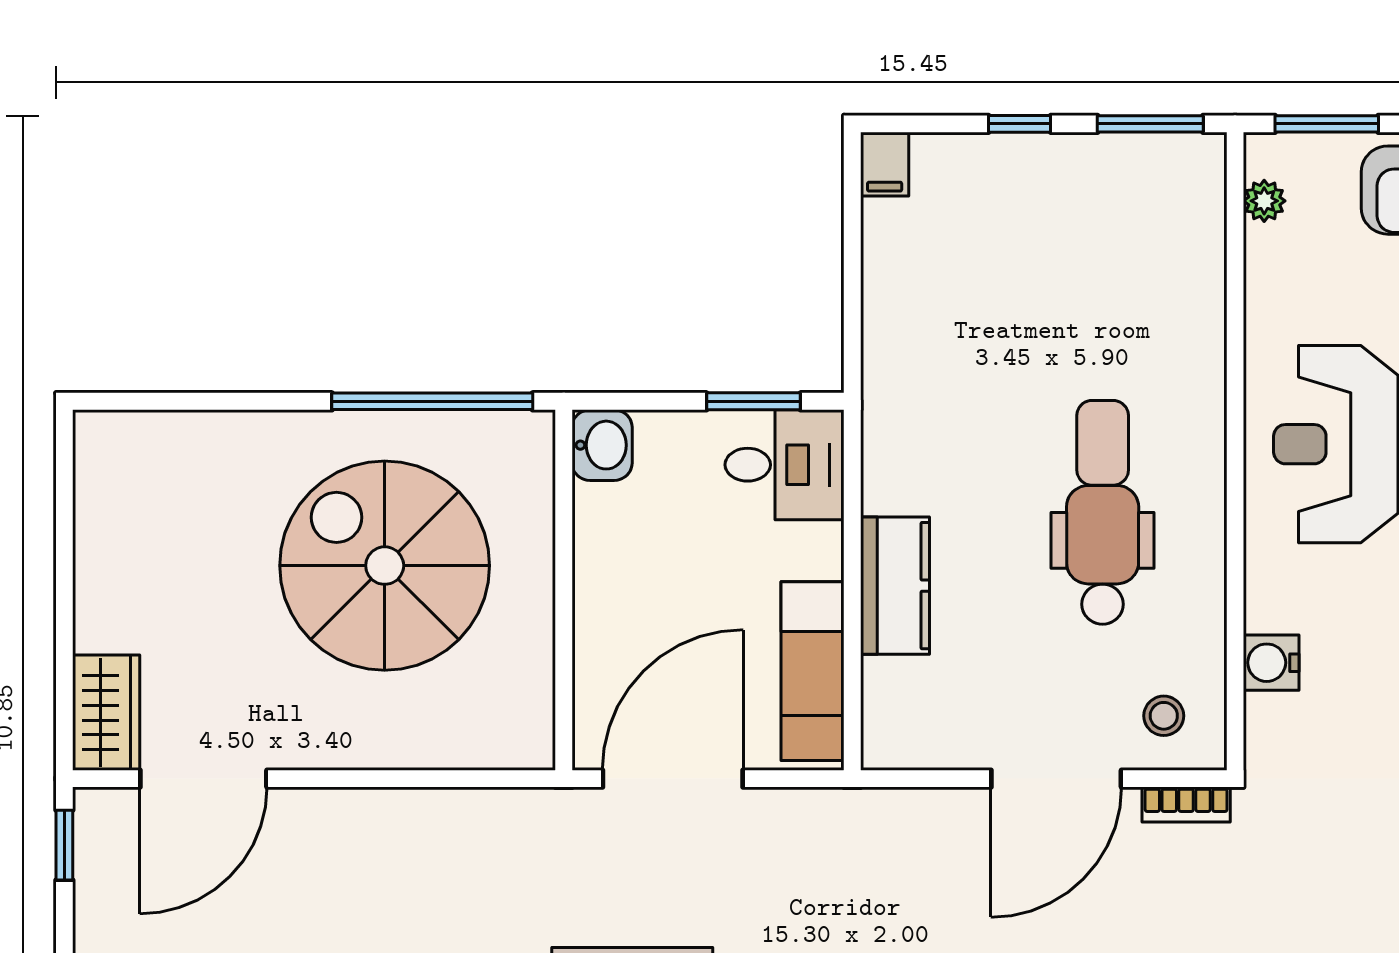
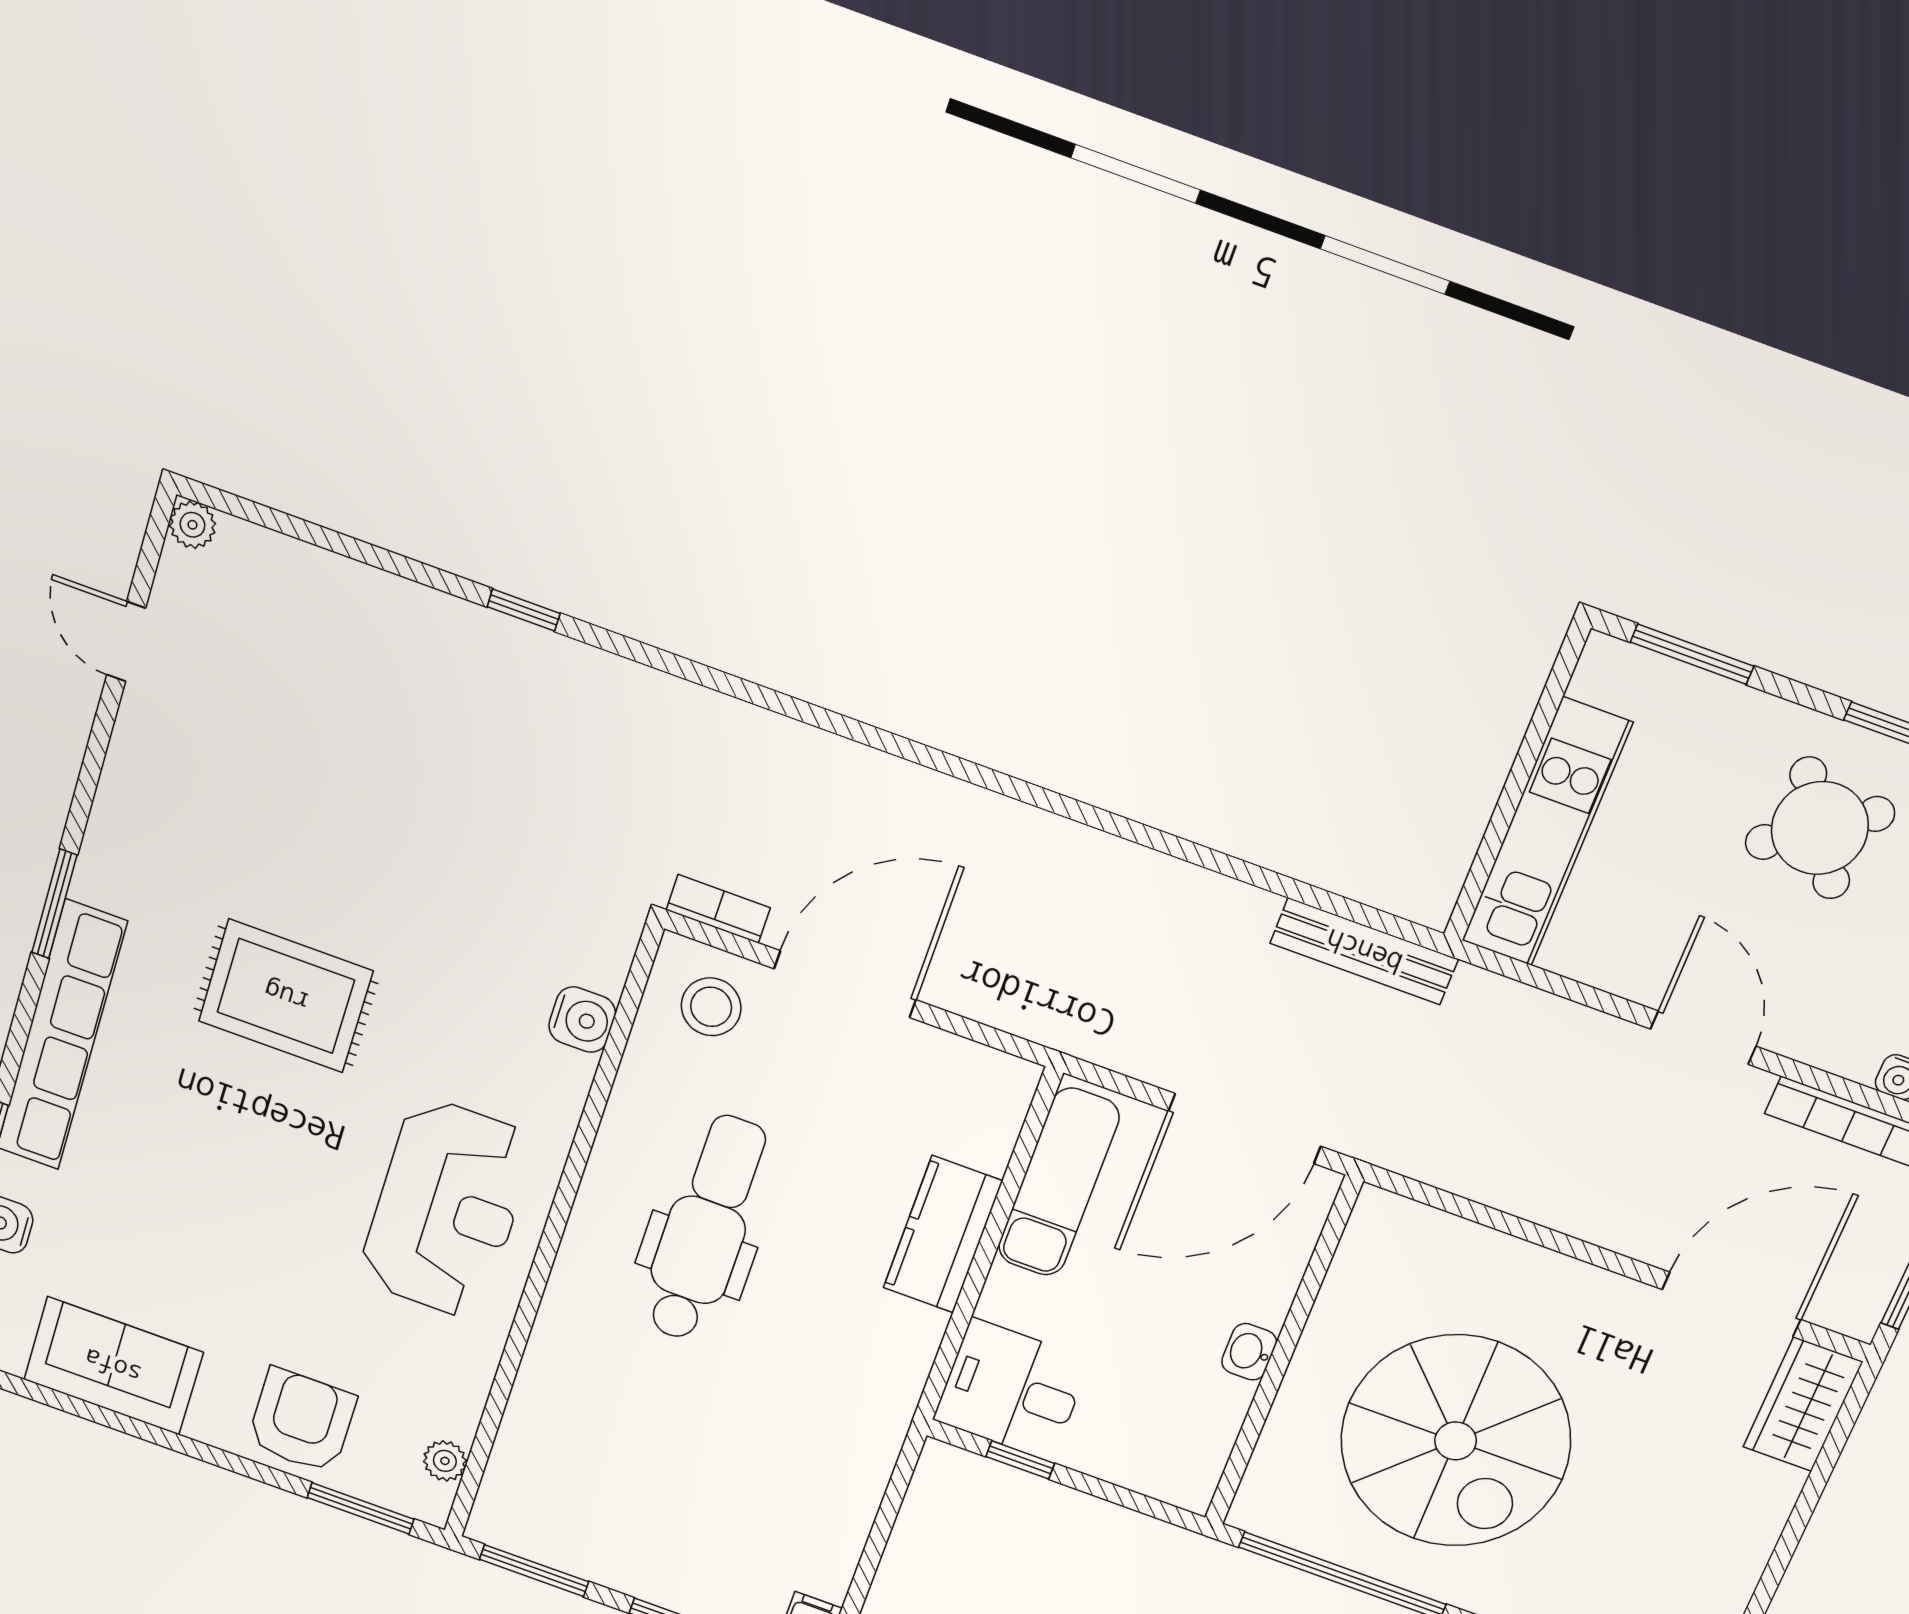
window: (754, 401) -> (1020, 1460), width x0.67
washbasin: (602, 445) -> (1249, 1352), moved, width x0.72, depth x0.69
dental chair: (1103, 512) -> (706, 1229), turned 180
stool: (1164, 716) -> (711, 1007), width x1.37, depth x1.37

